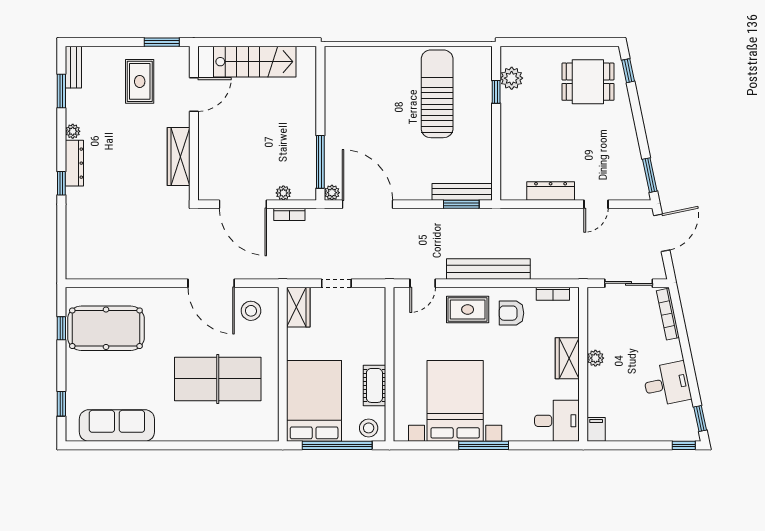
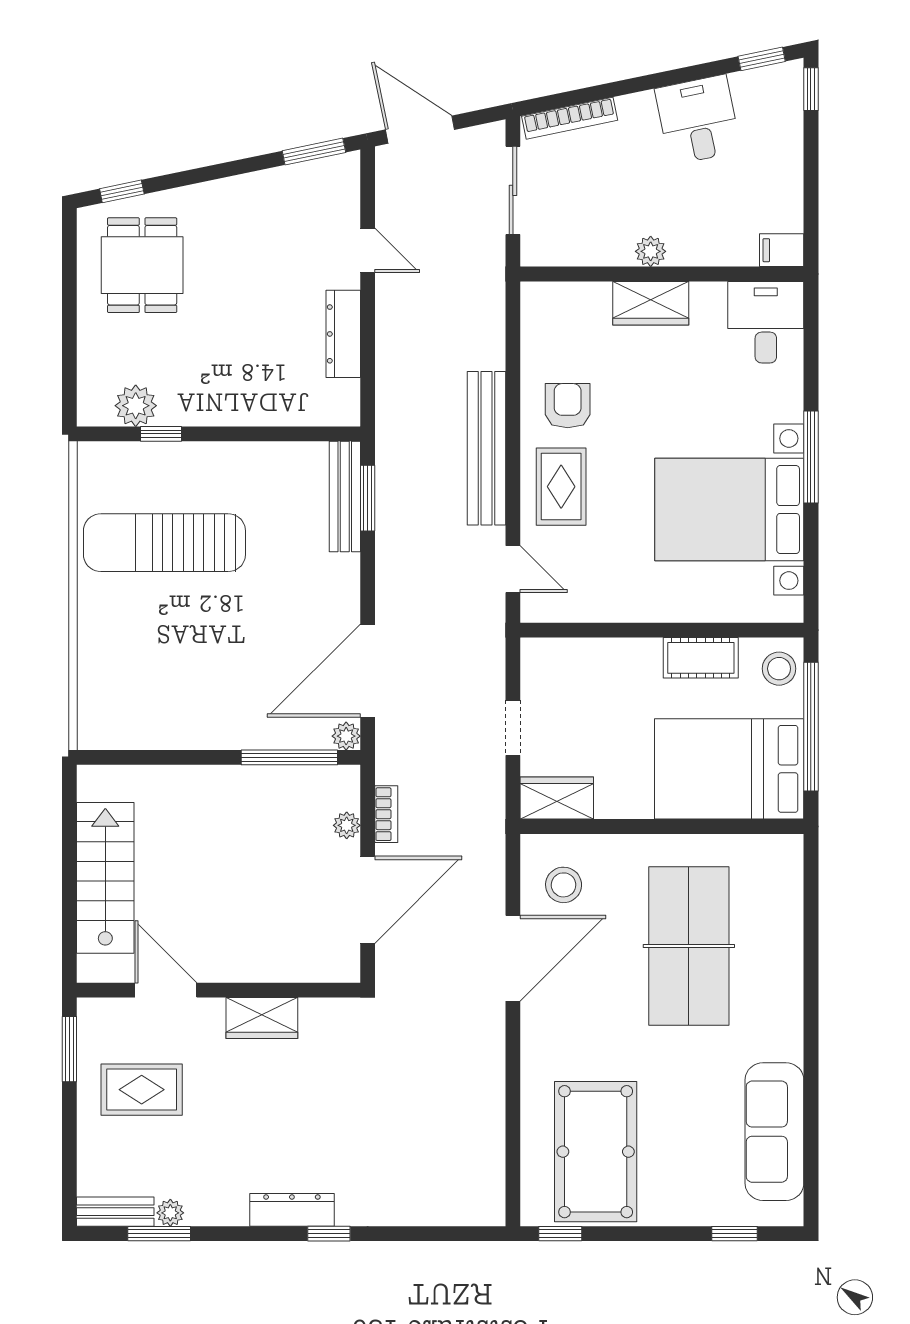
plant: (73, 131) -> (170, 1213), moved
wardrobe: (179, 156) -> (262, 1018), width x0.67
bookcase: (553, 294) -> (532, 329), removed
armchair: (512, 313) -> (568, 406), turned 180
window: (61, 328) -> (560, 1234), moved

